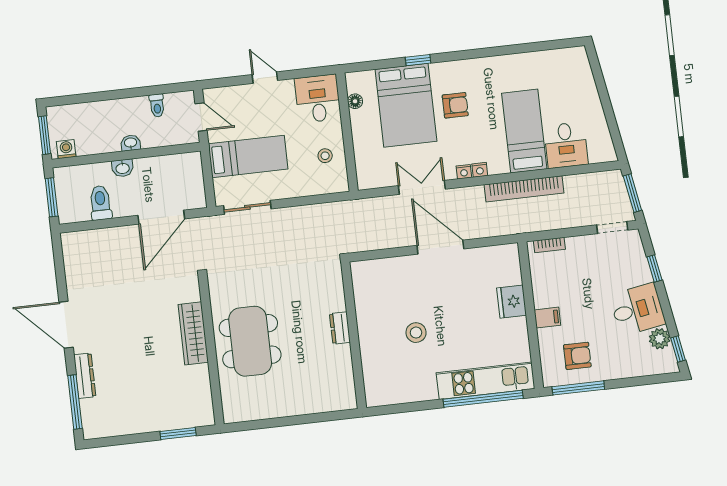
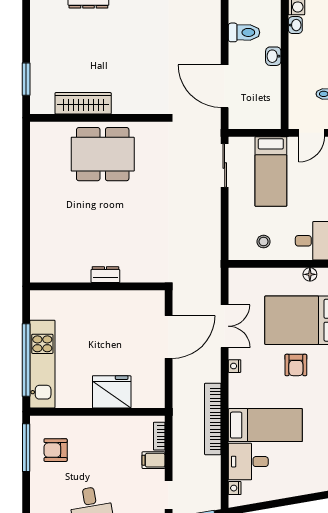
washbasin: (131, 143) -> (295, 25), moved
nightstand: (480, 170) -> (235, 488), moved
fridge: (512, 302) -> (112, 392), width x1.36, depth x1.34
filing cabinet: (547, 318) -> (154, 460), moved, turned 90
dresser: (340, 328) -> (105, 275), moved
wardrobe: (193, 333) -> (83, 103), moved
stool: (416, 333) -> (93, 306), removed
wall: (354, 335) -> (97, 286), moved
armchair: (577, 356) -> (56, 450), turned 90

